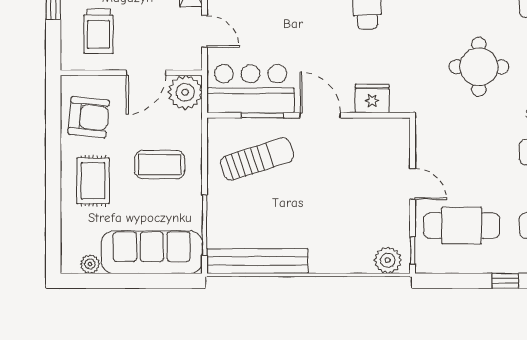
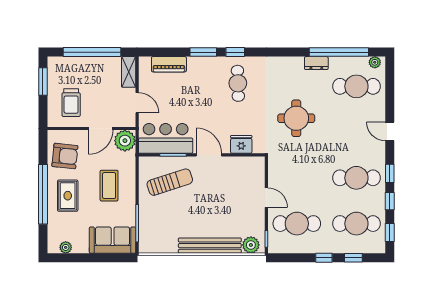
round table: (479, 67) -> (296, 118), moved
coffee table: (160, 165) -> (109, 186), turned 90
window: (53, 179) -> (43, 194), added
sofa: (152, 252) -> (113, 240), width x0.73
bench: (257, 261) -> (210, 246), moved

